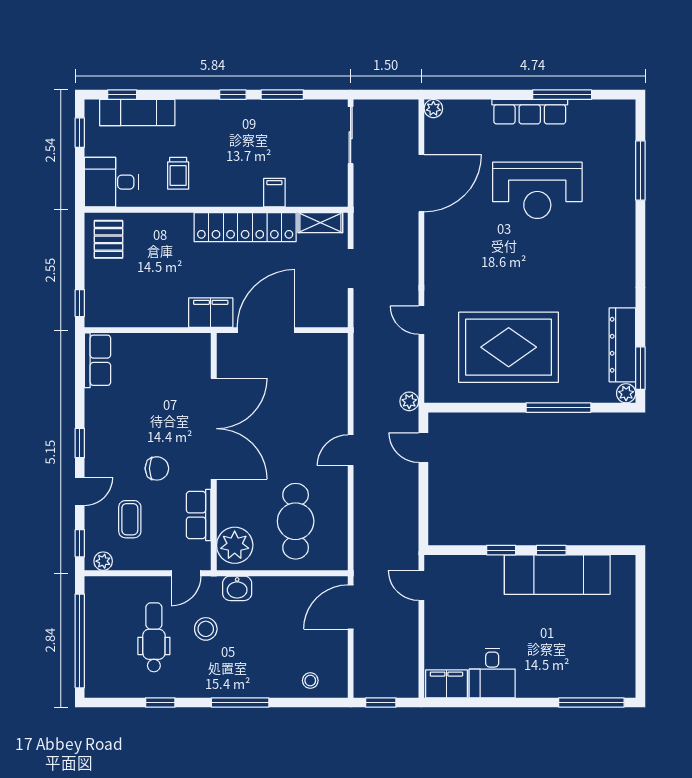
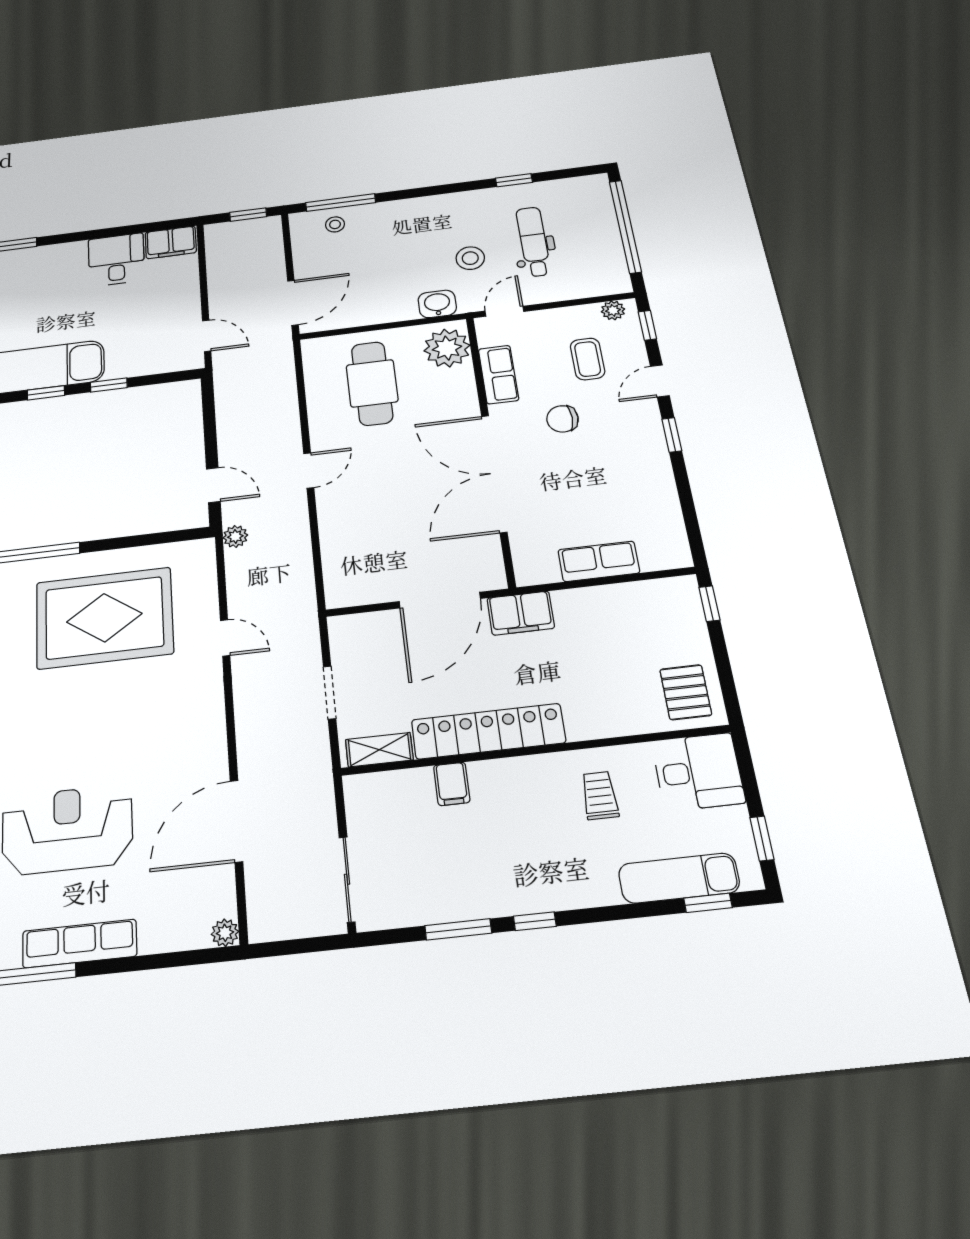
row of seats: (98, 360) -> (599, 561), moved, turned 90
dental chair: (154, 637) -> (533, 242), turned 180
window: (240, 702) -> (341, 203), moved

